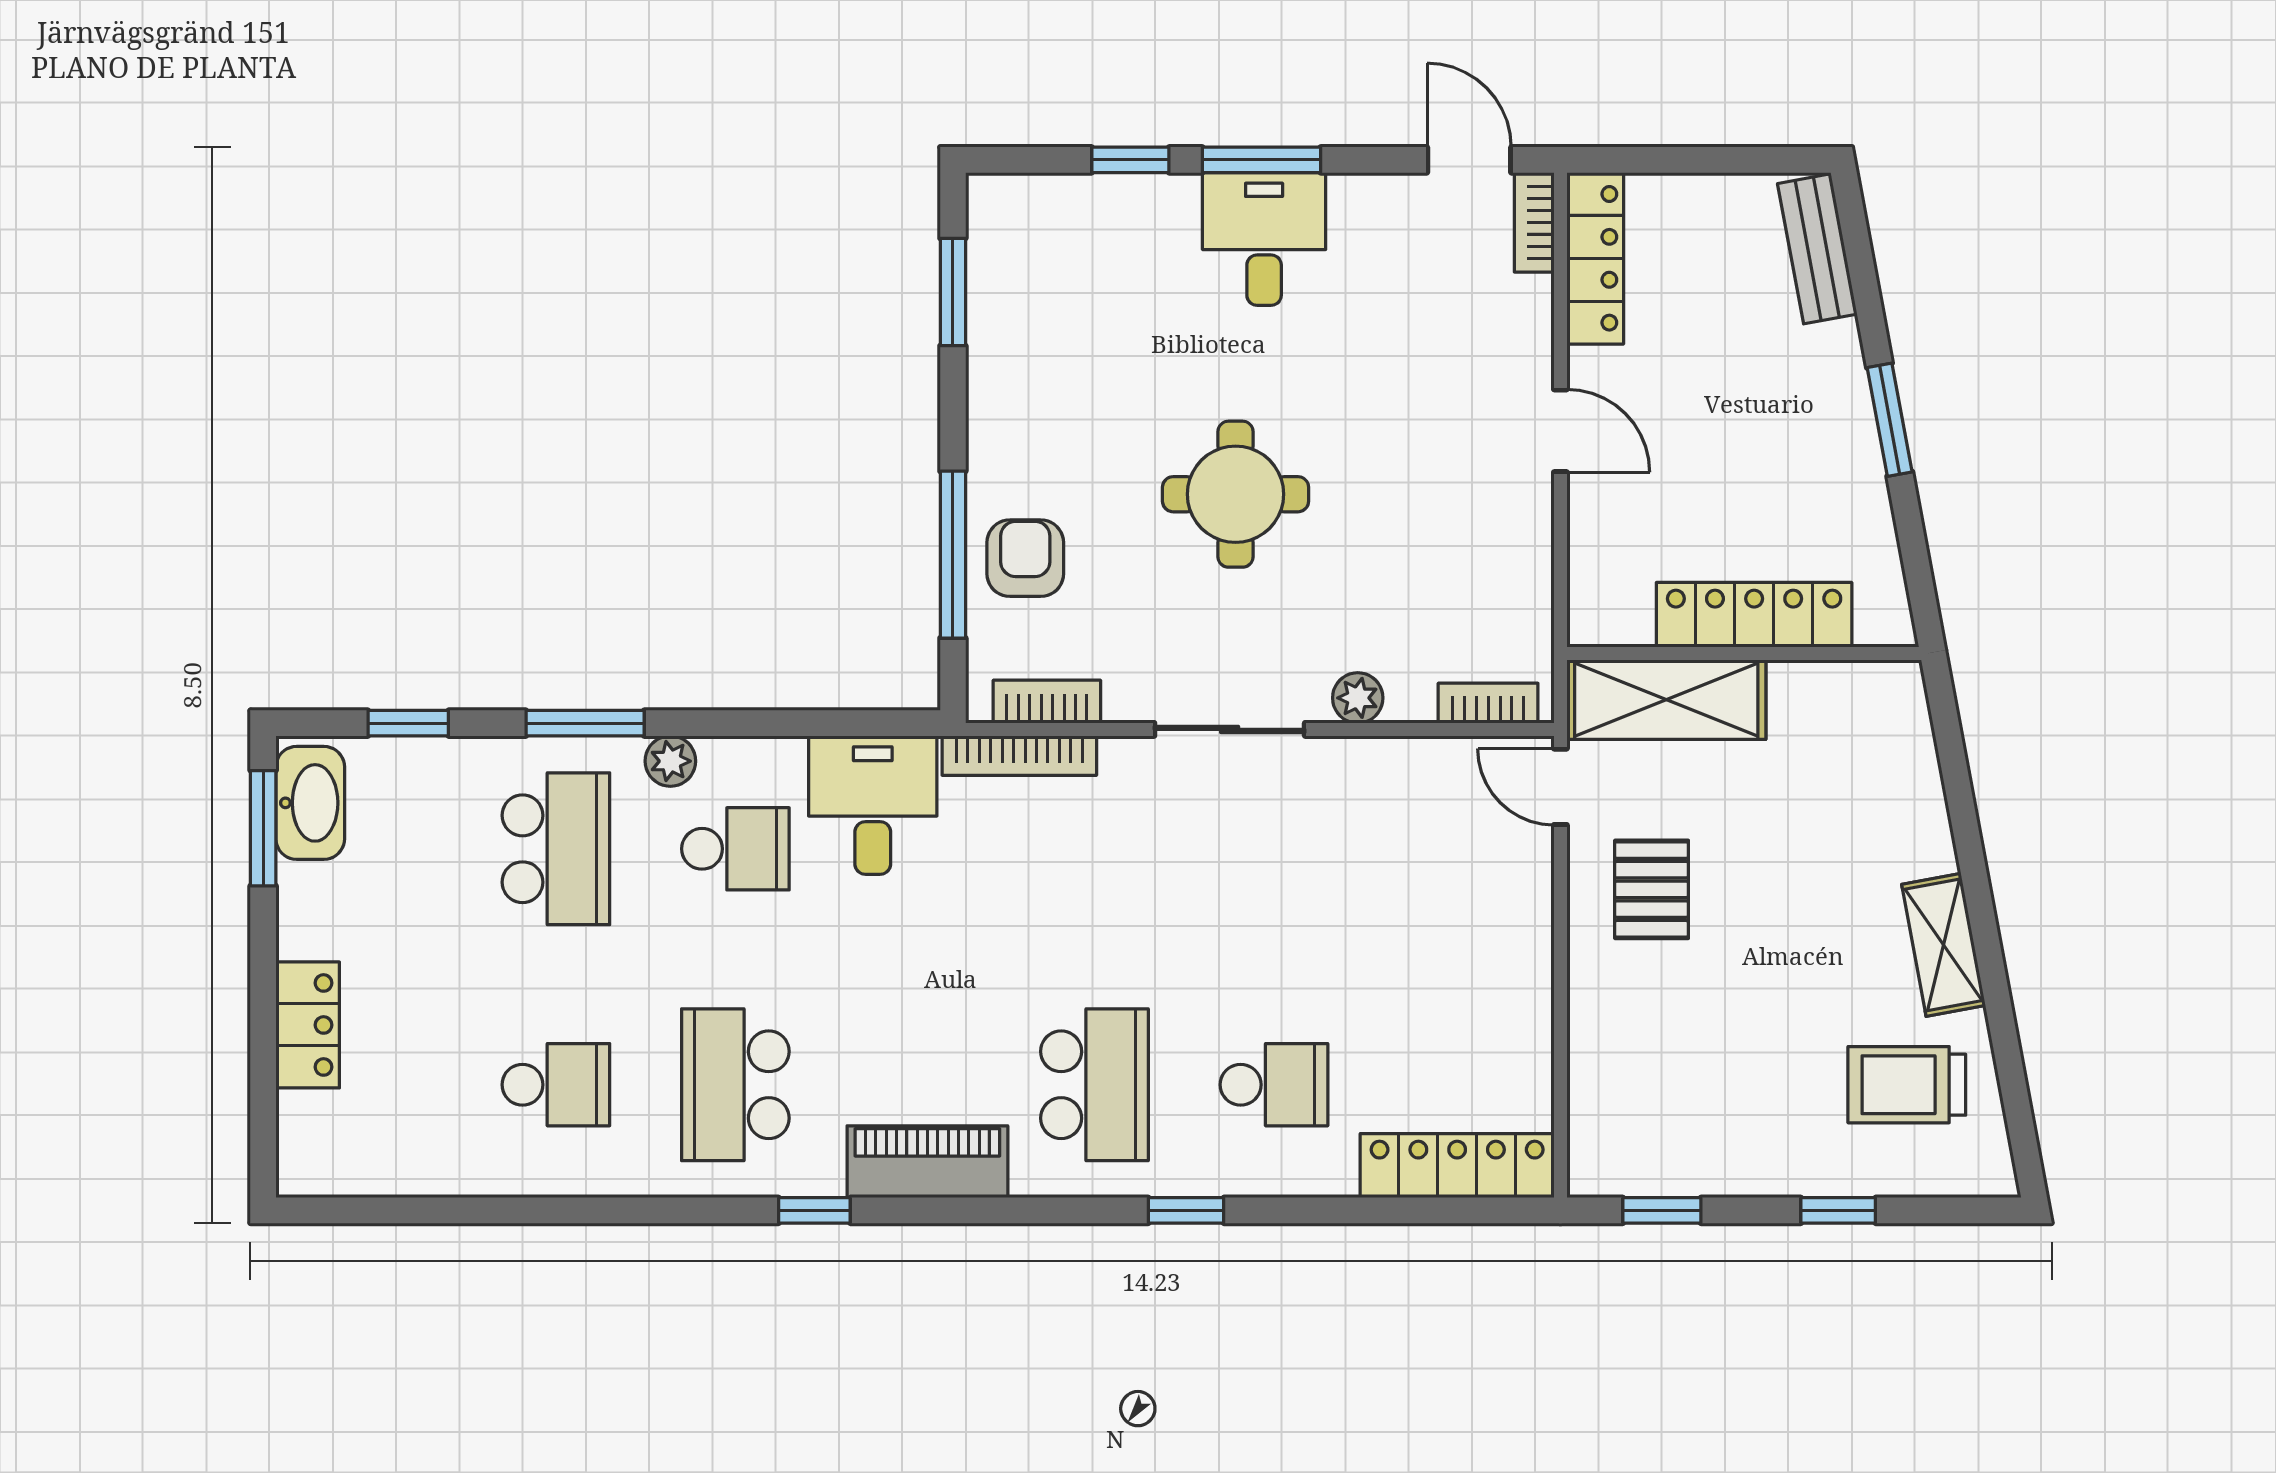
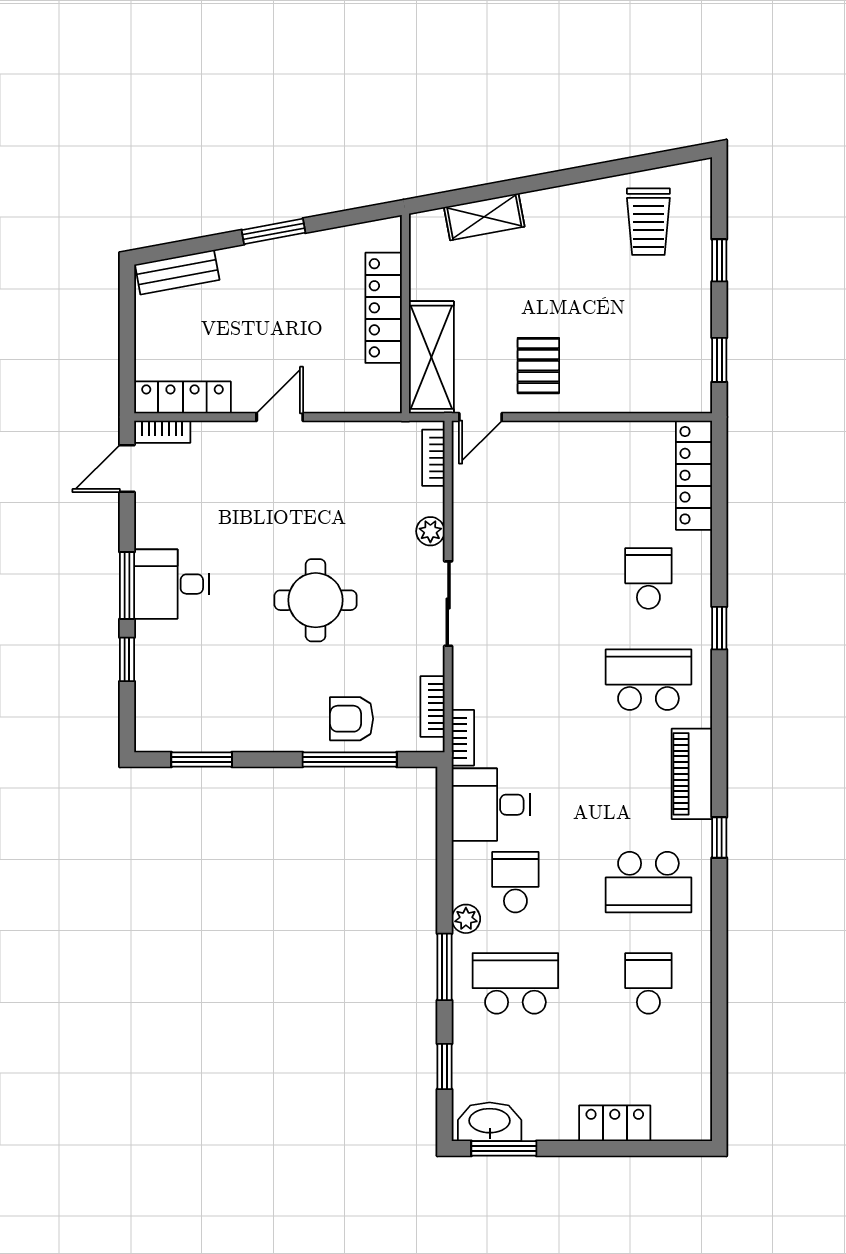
bookcase: (1019, 756) -> (463, 738), width x0.64
pallet: (1652, 889) -> (538, 366), turned 90
shelving: (1943, 945) -> (484, 217), moved

